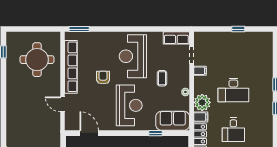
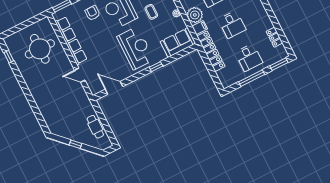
armchair: (103, 77) -> (93, 13), moved
window: (155, 133) -> (156, 67), moved

